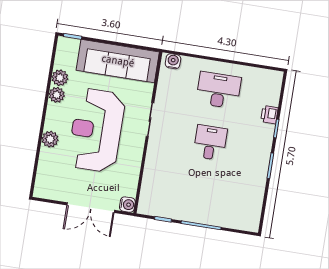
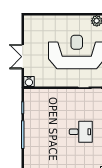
plant: (50, 139) -> (65, 21), removed
double door: (91, 208) -> (23, 57), width x0.73

